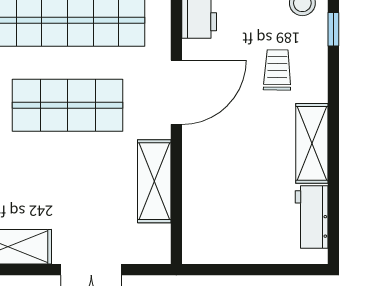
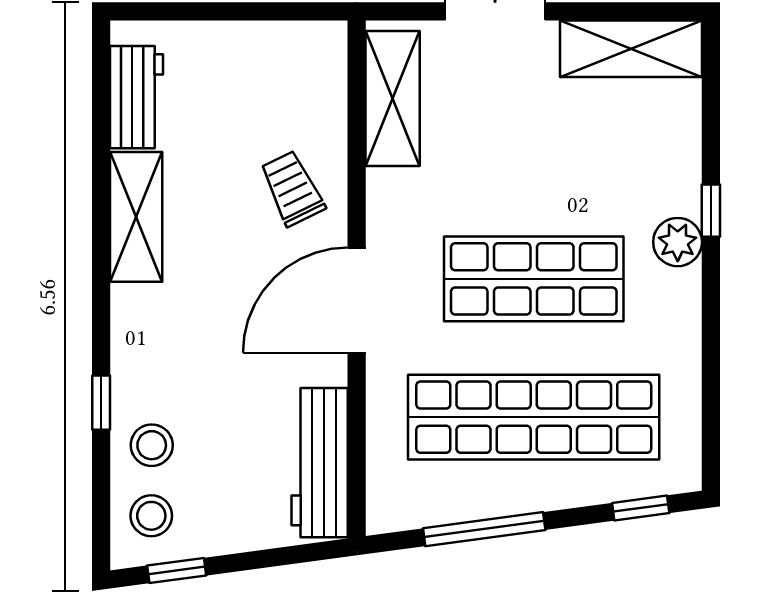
trolley: (277, 70) -> (292, 188), moved, turned 153
shelving: (154, 181) -> (393, 99), moved

